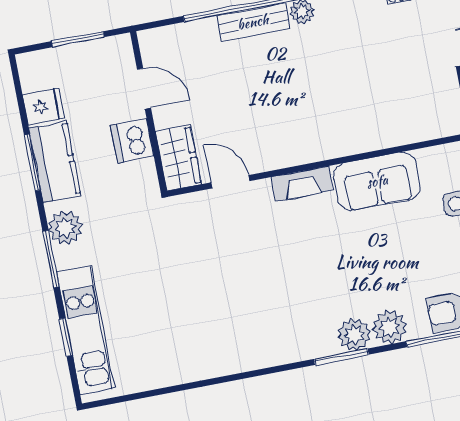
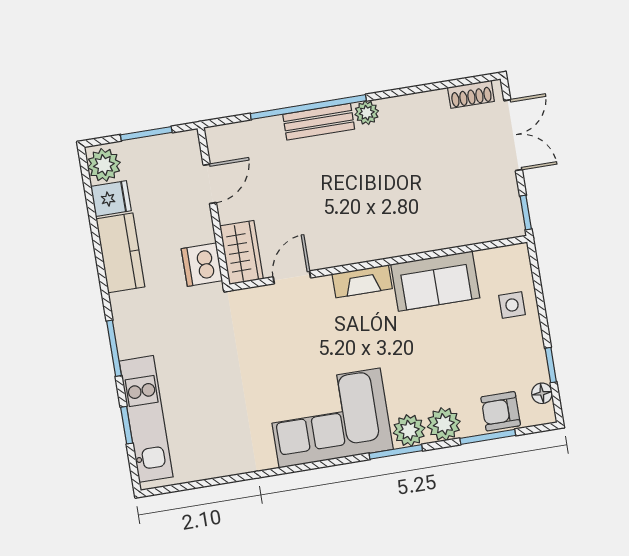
door: (144, 89) -> (210, 184), hinge flipped
dishwasher: (132, 141) -> (202, 265), moved
window: (32, 162) -> (98, 253), removed
door: (230, 182) -> (292, 277), hinge flipped
plant: (65, 228) -> (104, 165), moved
corner sofa: (273, 324) -> (330, 418), added

